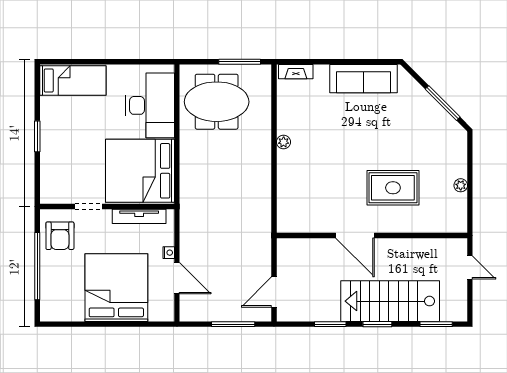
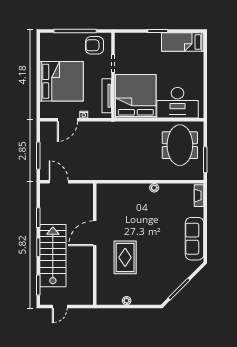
bed: (73, 80) -> (183, 42), moved, turned 90
door: (470, 267) -> (60, 306), moved

